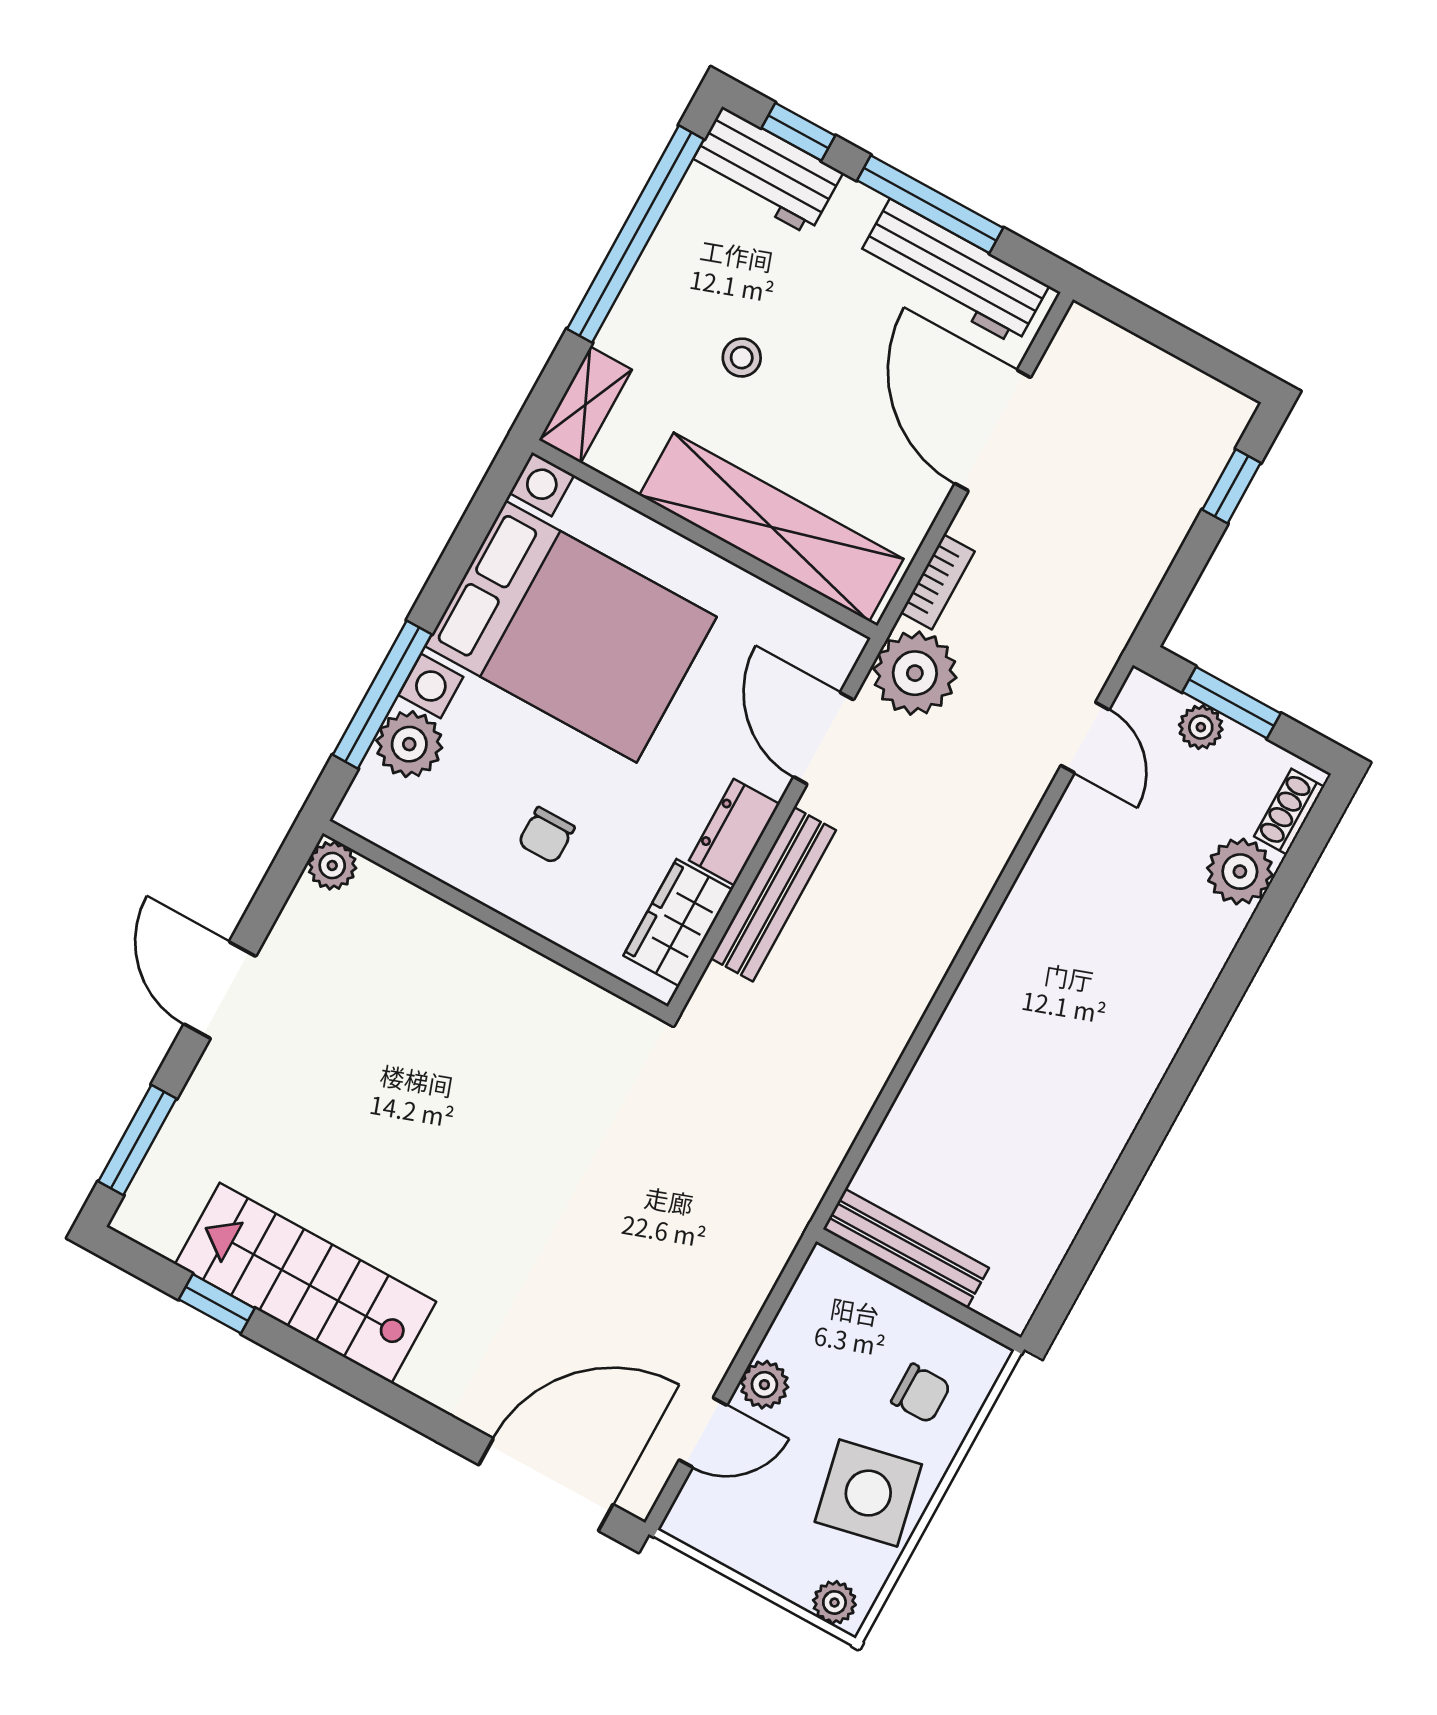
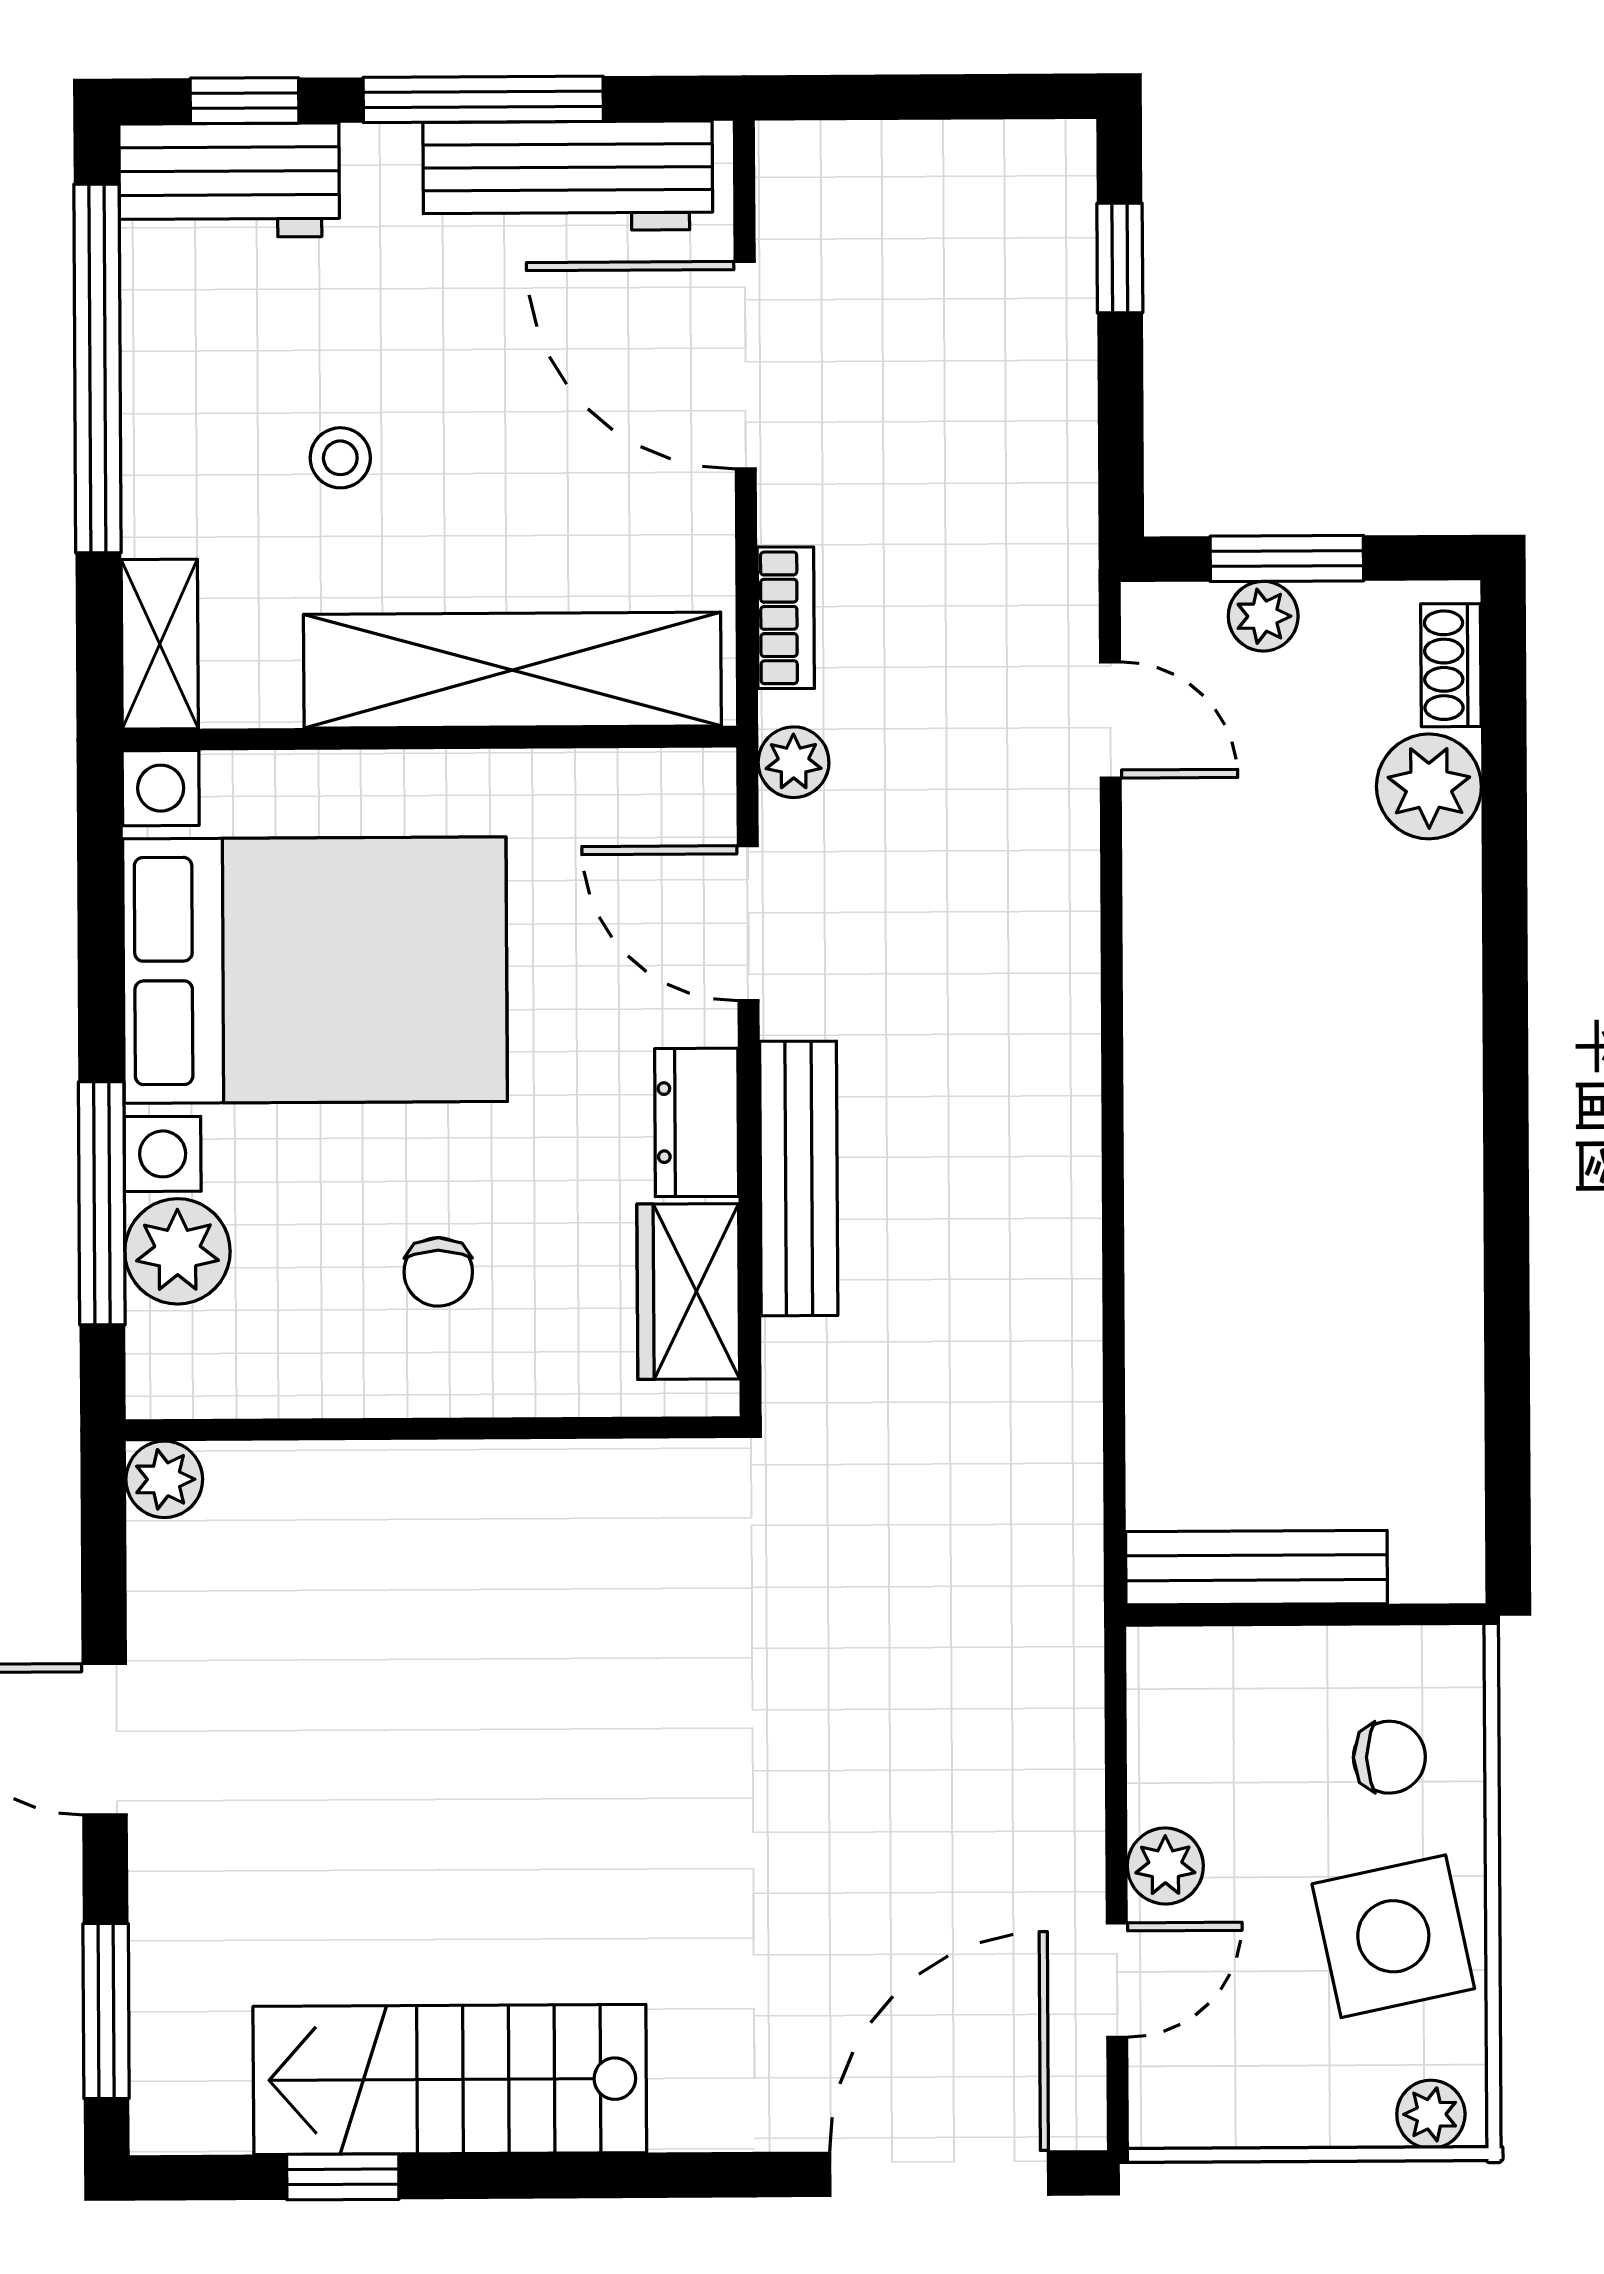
plant: (915, 673) -> (794, 762), width x0.53, depth x0.53

